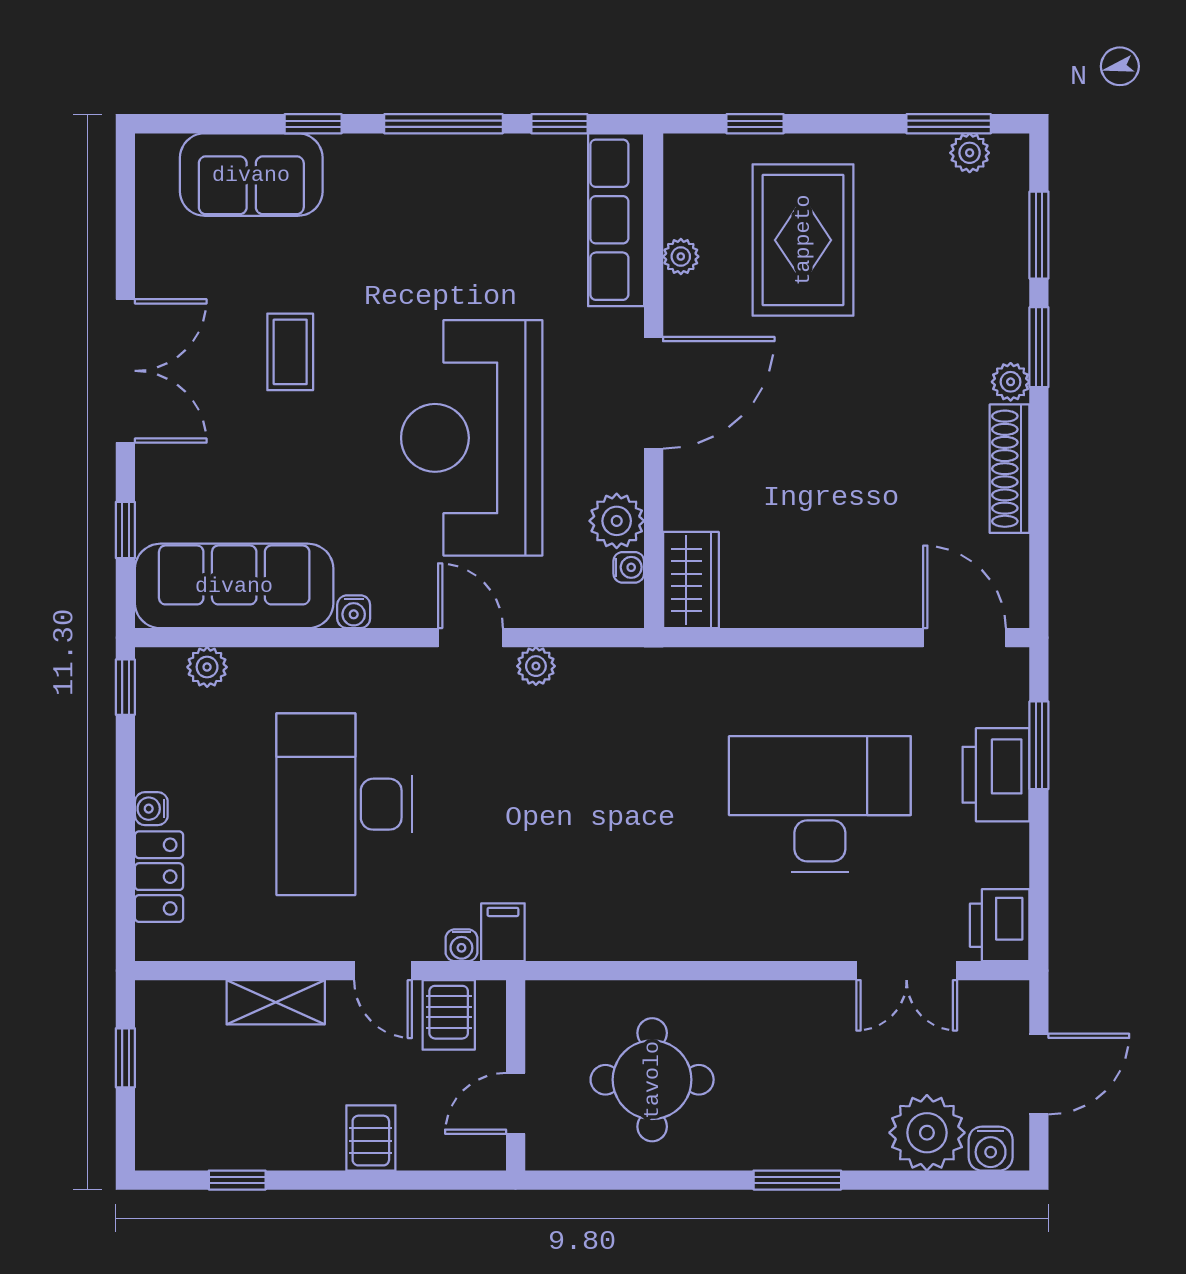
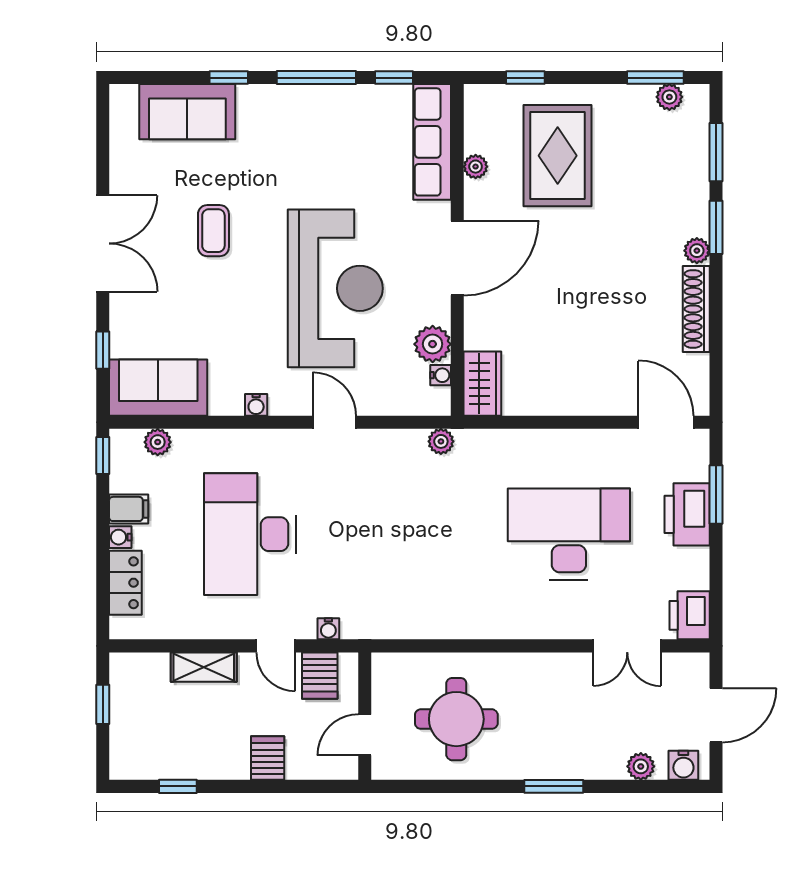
reception desk: (472, 438) -> (335, 288), turned 180
sofa: (234, 586) -> (158, 388), width x0.73
plant: (536, 666) -> (441, 441), moved
filing cabinet: (503, 932) -> (129, 509), moved, turned 90
plant: (927, 1133) -> (641, 766), width x0.53, depth x0.53

